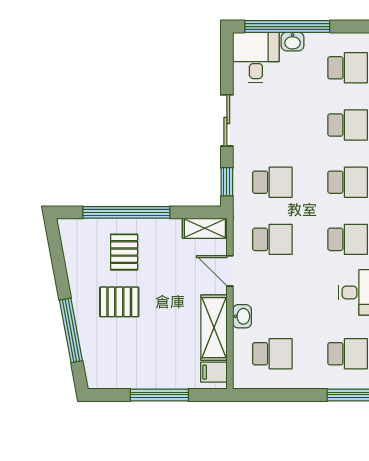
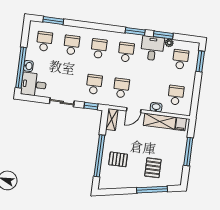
pallet: (119, 302) -> (153, 168), moved

